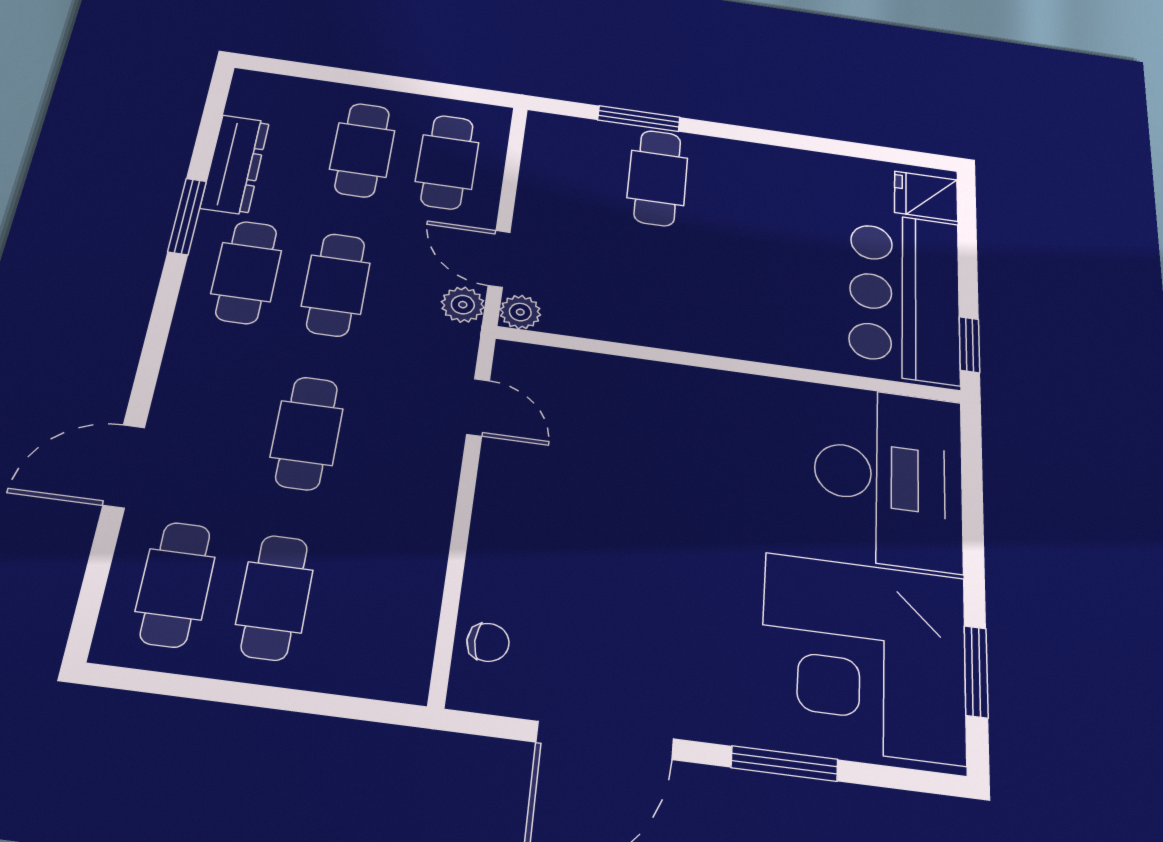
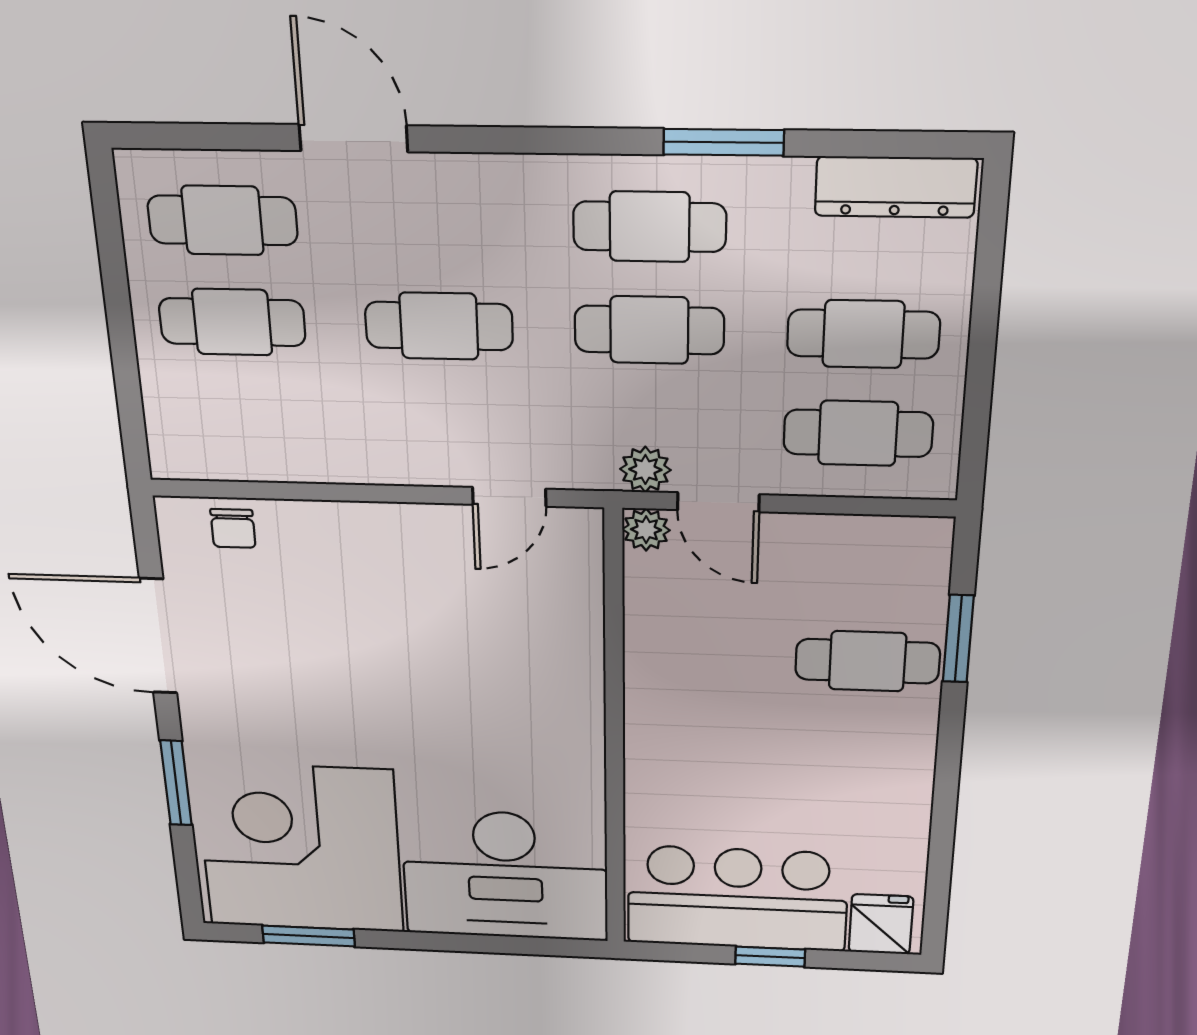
dresser: (235, 164) -> (896, 187), moved
door: (499, 259) -> (718, 502), swing flipped
window: (969, 345) -> (770, 957), moved

